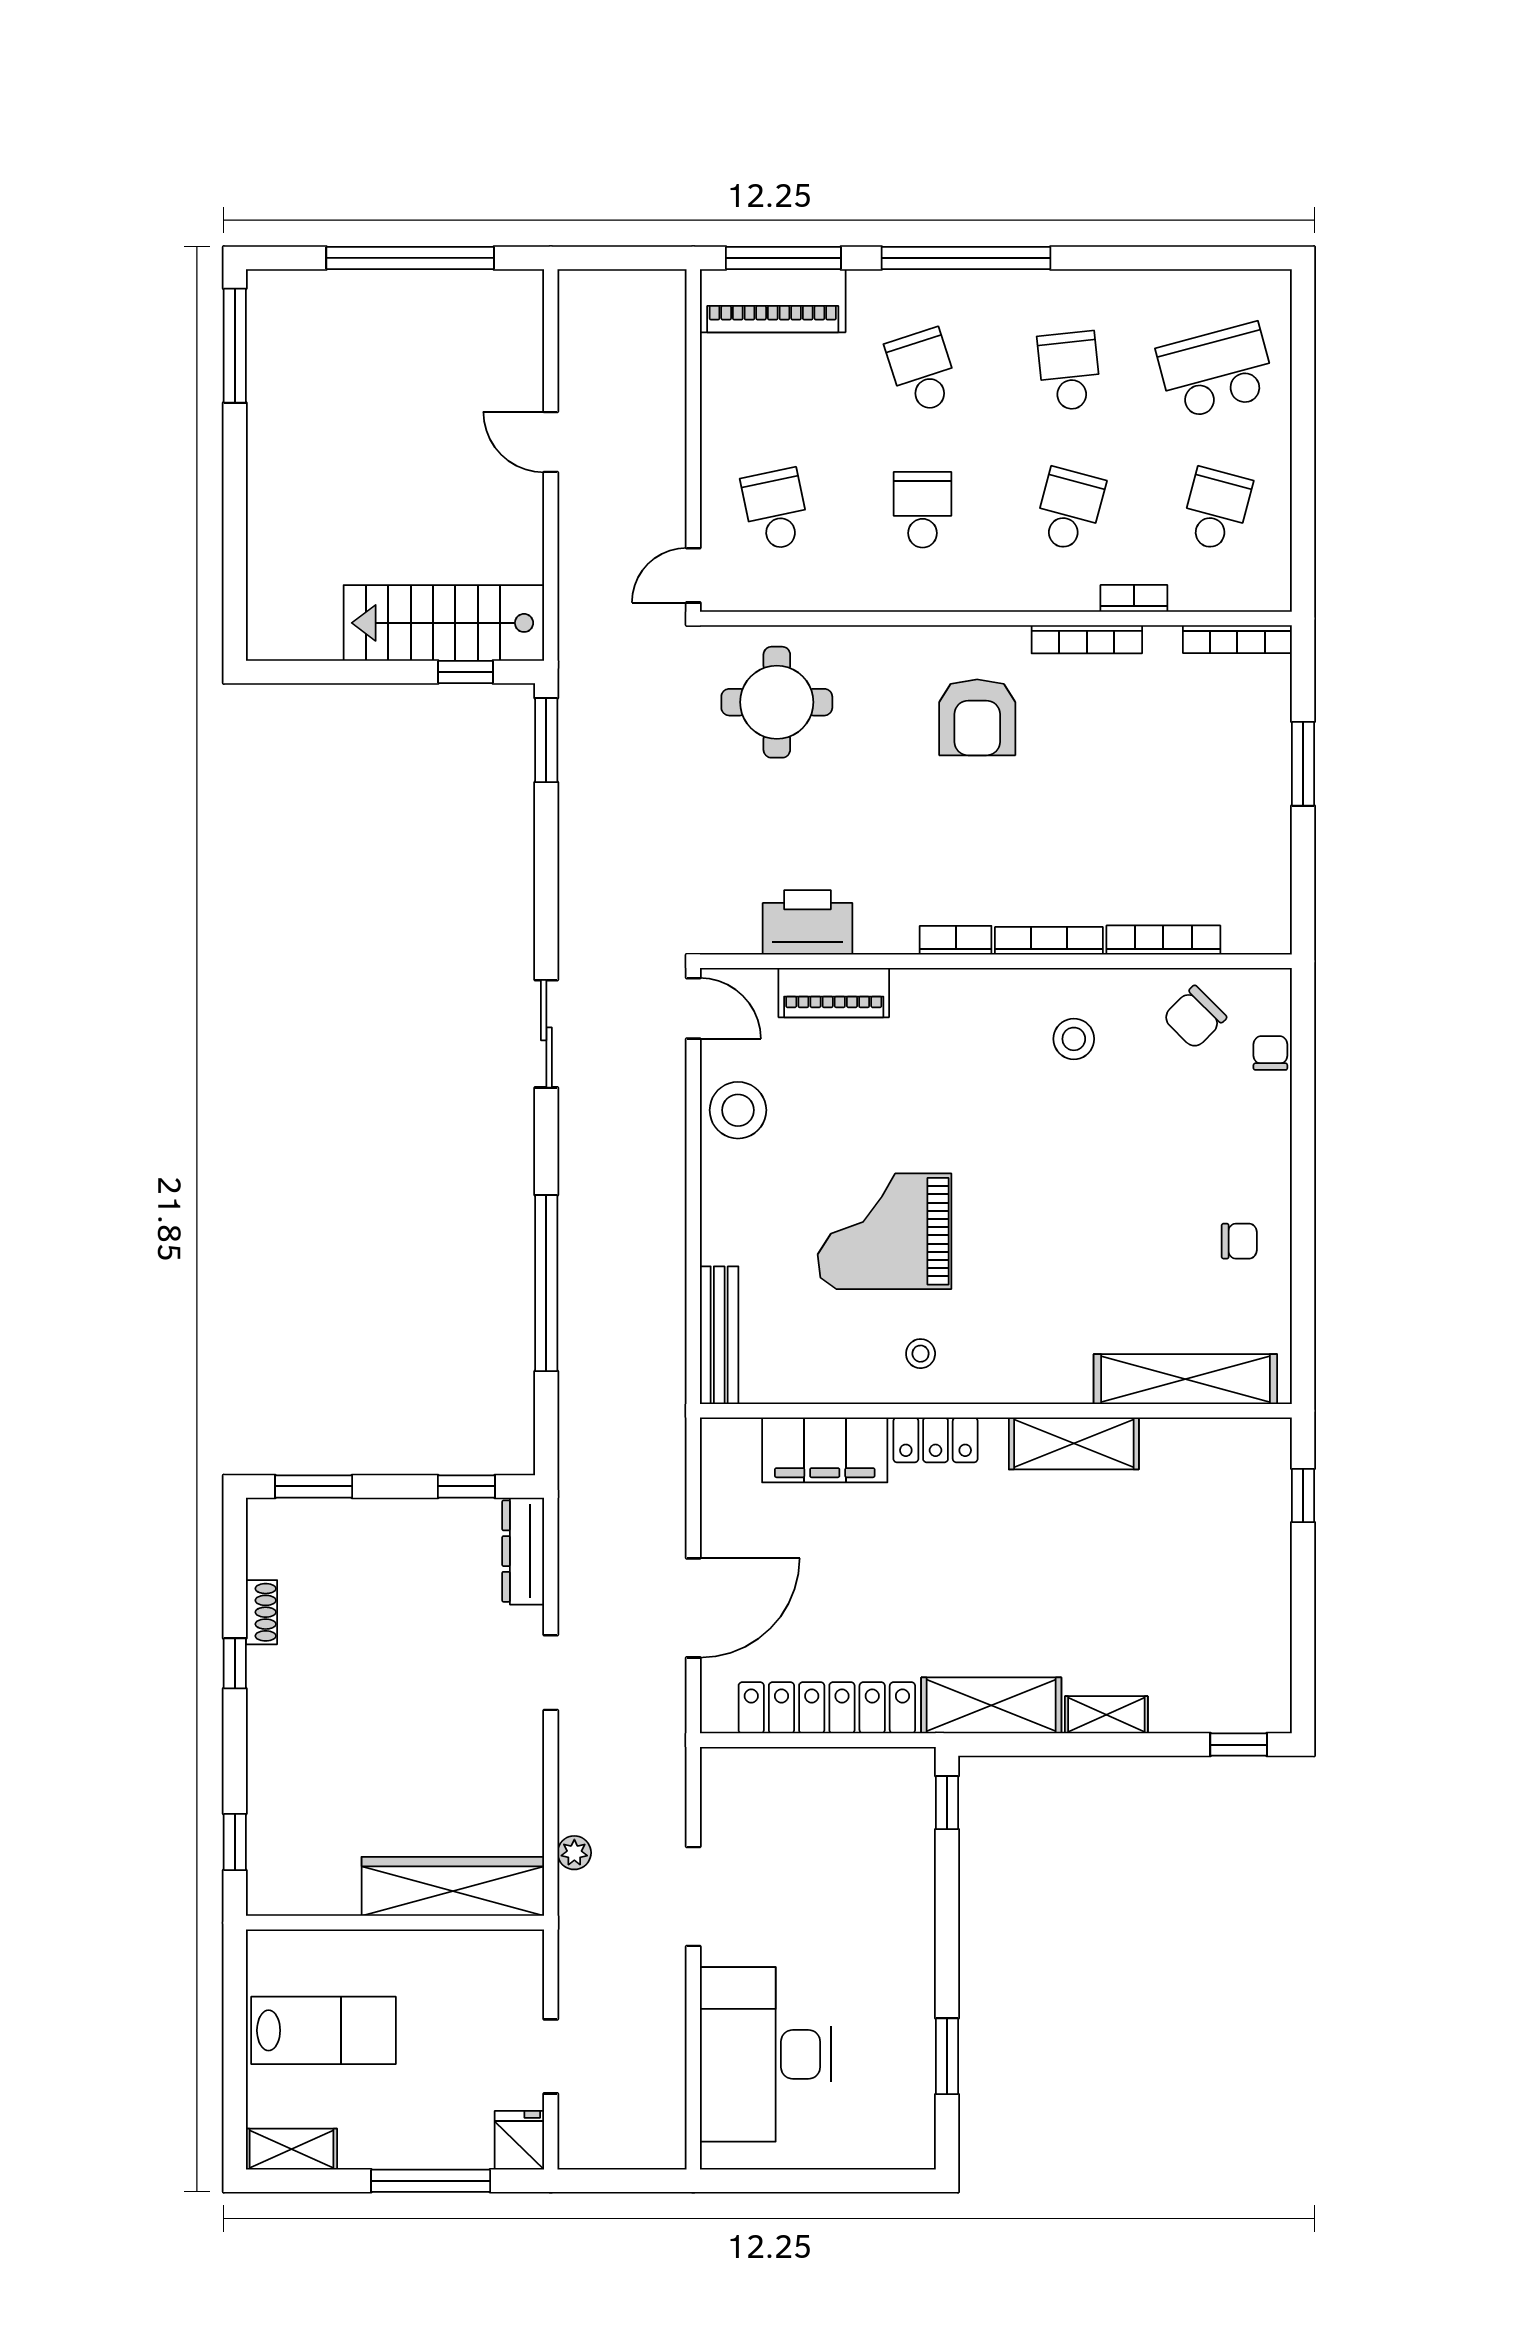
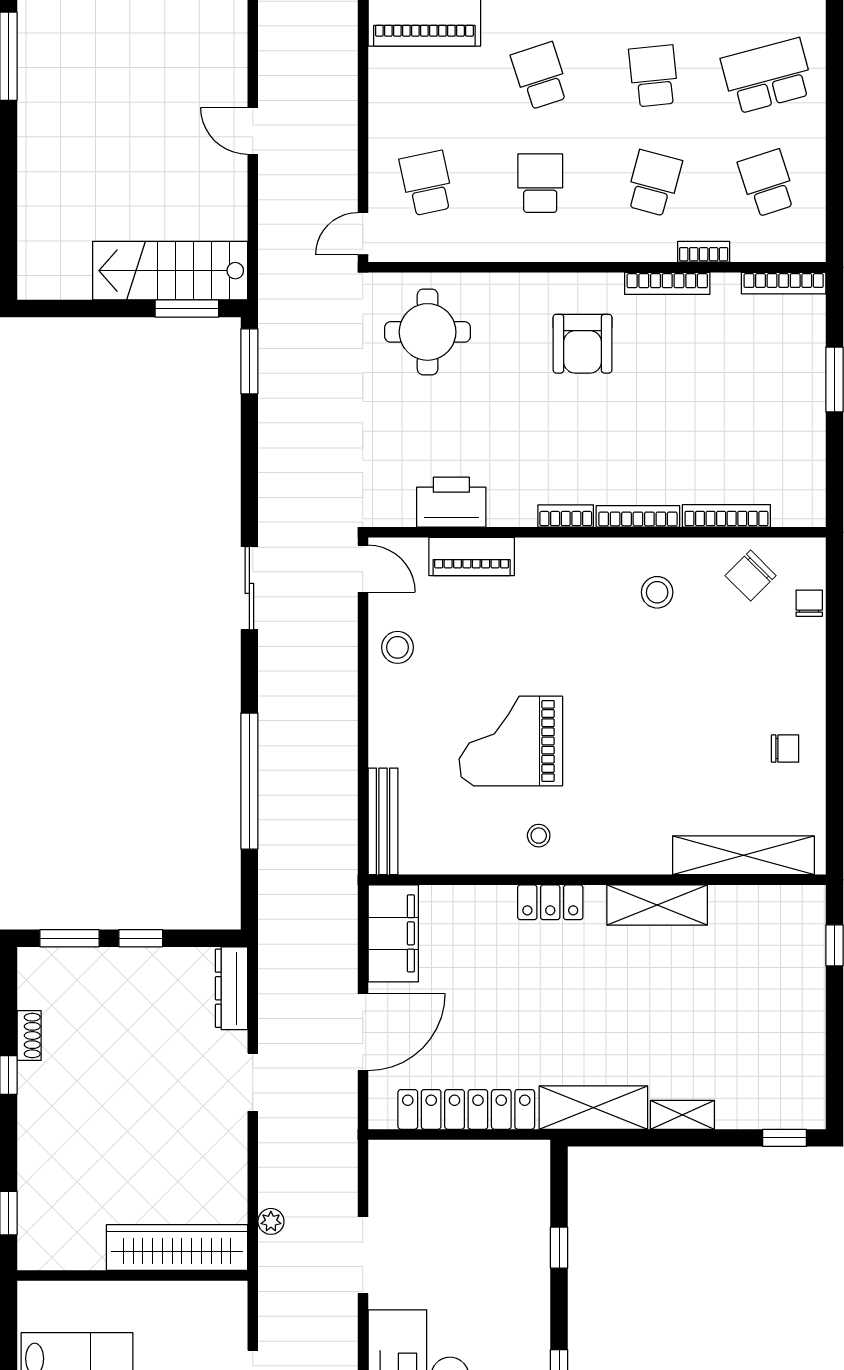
school desk: (1216, 510) -> (767, 183), turned -33
window: (466, 672) -> (187, 309), width x1.50
stool: (738, 1110) -> (398, 647), width x0.73, depth x0.73
filing cabinet: (825, 1450) -> (393, 933), moved, turned -90
window: (466, 1486) -> (141, 938), moved
window: (947, 1803) -> (559, 1248), moved

